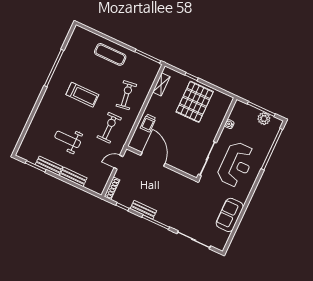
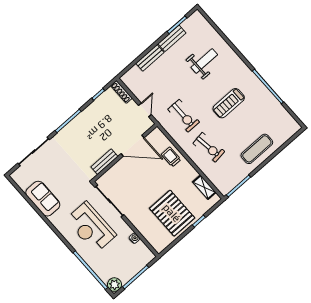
plant: (264, 119) -> (114, 285), moved
weight bench: (68, 139) -> (204, 61), moved
bench: (143, 210) -> (104, 162), moved

